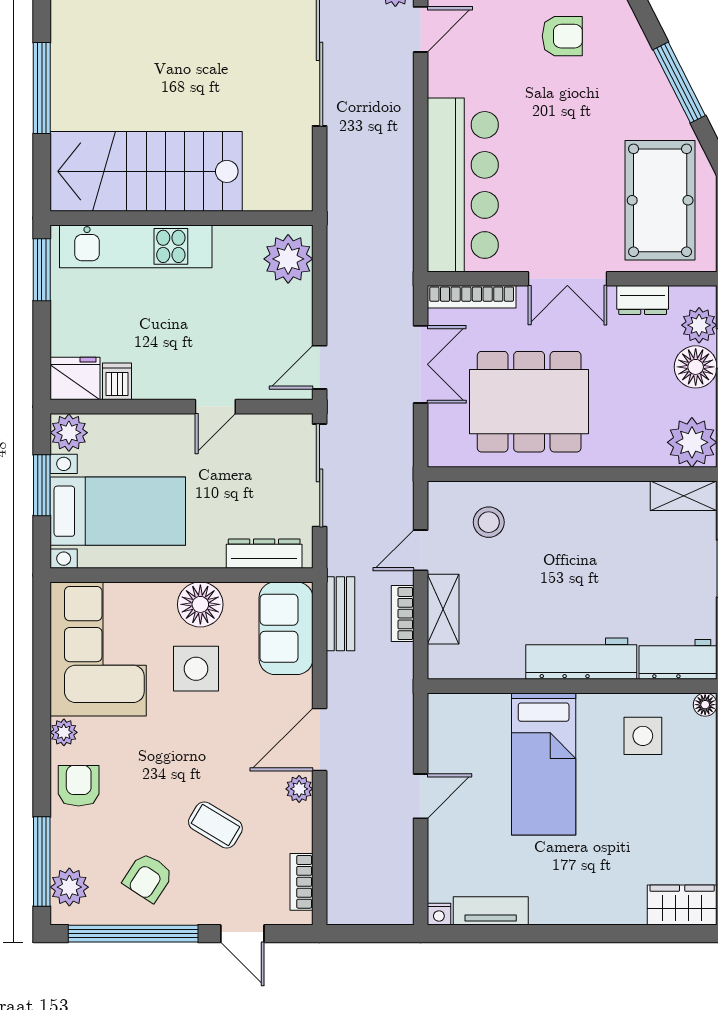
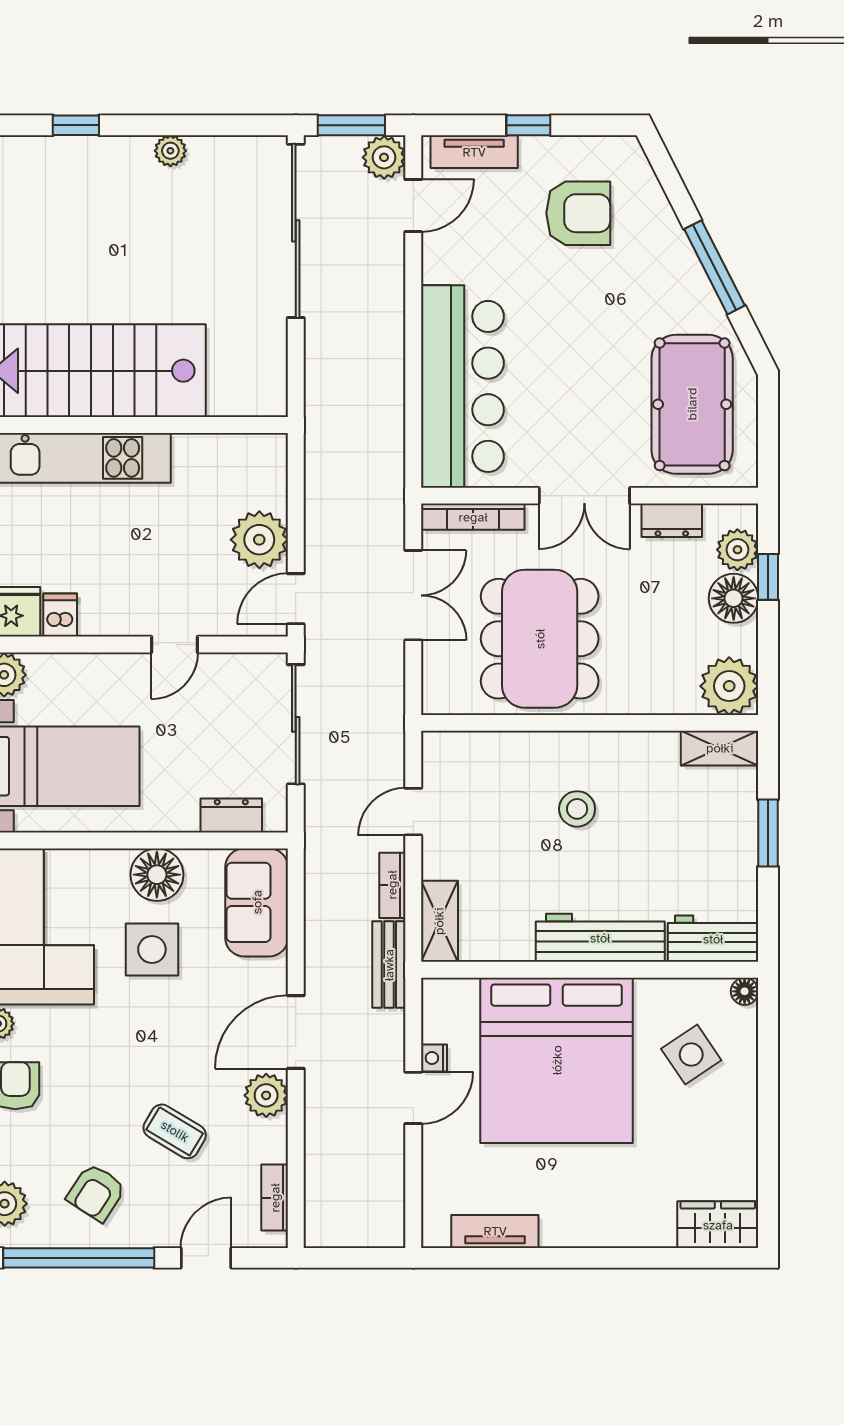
armchair: (562, 36) -> (578, 213), width x1.38, depth x1.38
plant: (288, 259) -> (259, 540), moved
dining table: (529, 402) -> (540, 639), turned 90
stool: (489, 522) -> (577, 809), moved
dresser: (264, 554) -> (231, 815), width x0.70
shelving: (443, 609) -> (439, 921), moved
bench: (340, 614) -> (389, 965), moved
side table: (643, 736) -> (691, 1055), moved, turned -34
bed: (544, 764) -> (557, 1060), width x2.04
plant: (299, 789) -> (266, 1095), width x1.38, depth x1.38
nightstand: (439, 914) -> (434, 1058), moved, turned 90
door: (242, 934) -> (206, 1258), swing flipped

